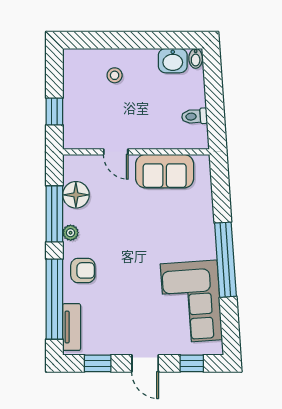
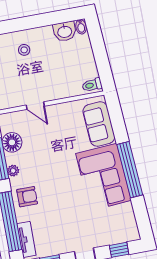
toilet: (195, 116) -> (92, 85), moved
sofa: (165, 171) -> (99, 124), moved, turned 86
corner sofa: (191, 302) -> (103, 177), moved

